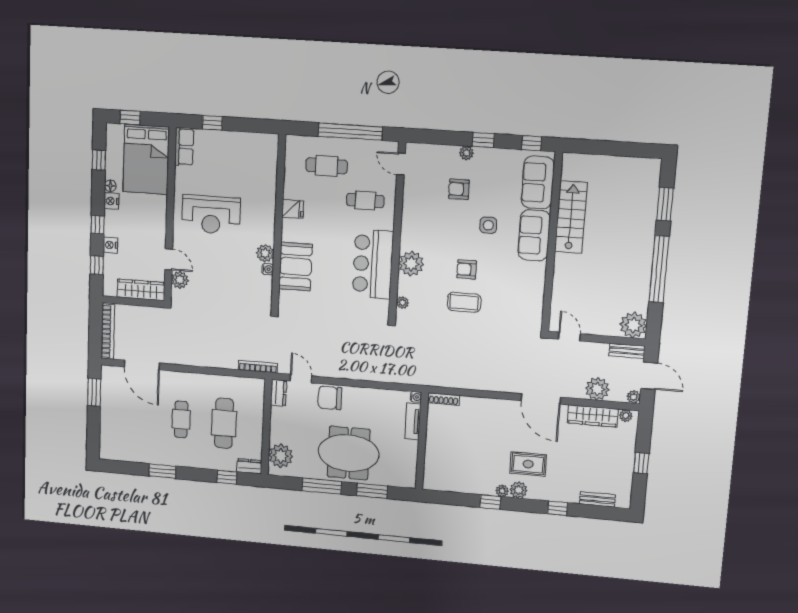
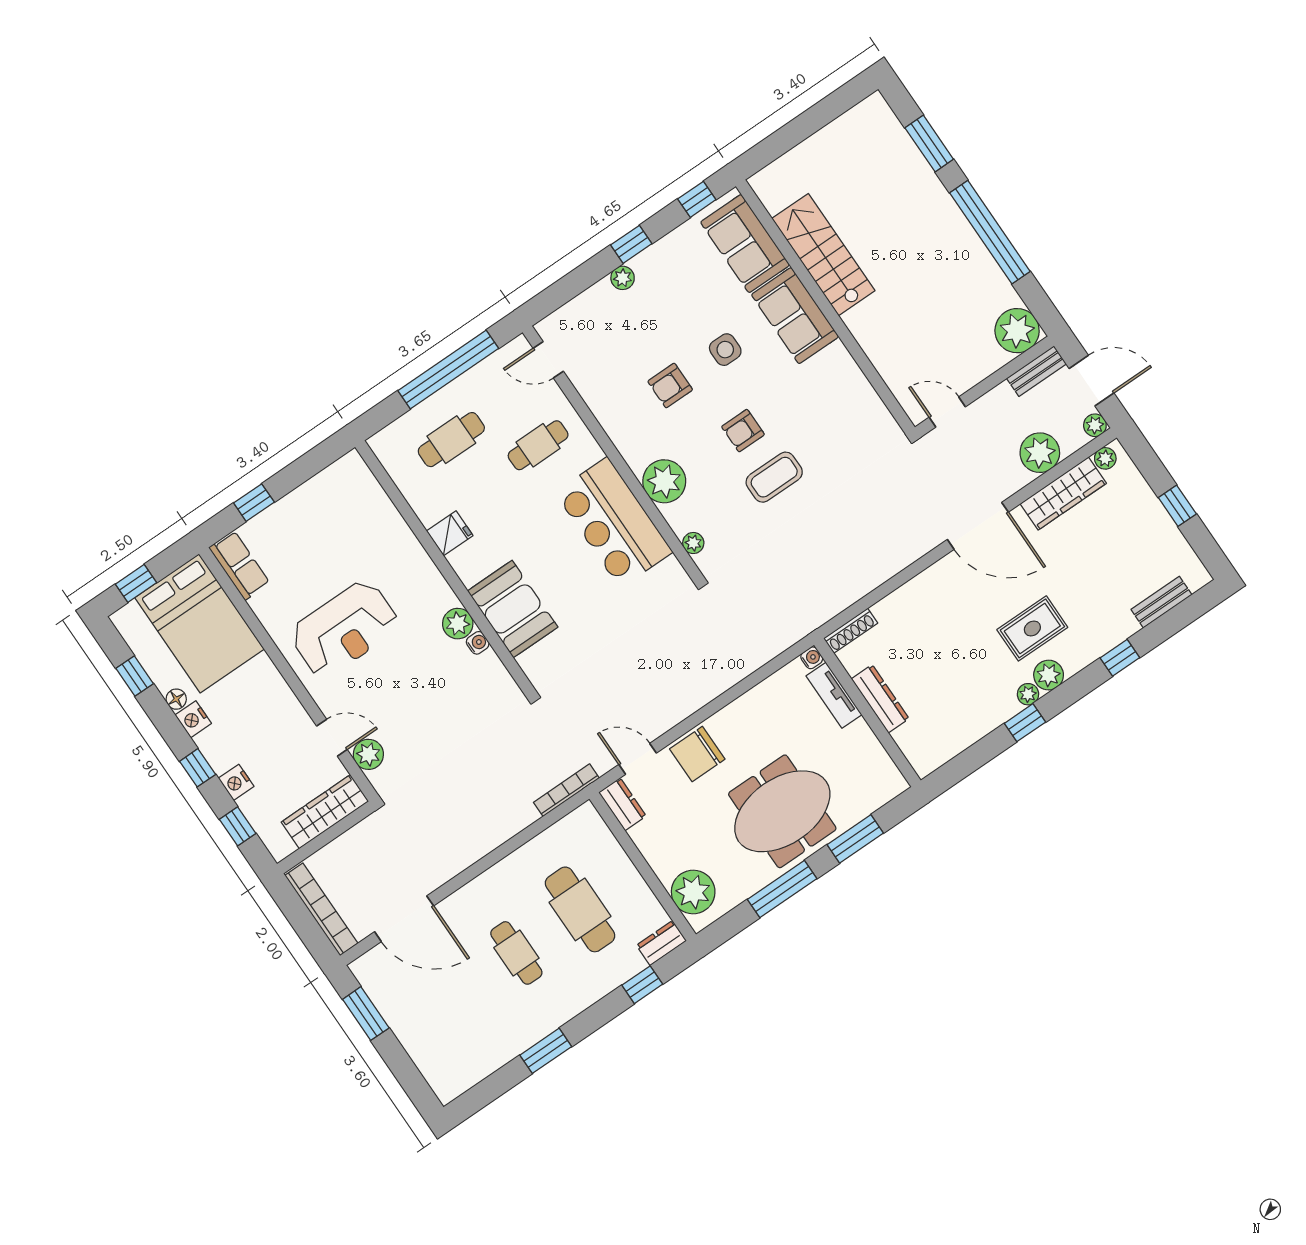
armchair: (459, 189) -> (670, 386), moved
dresser: (433, 440) -> (880, 699), added

